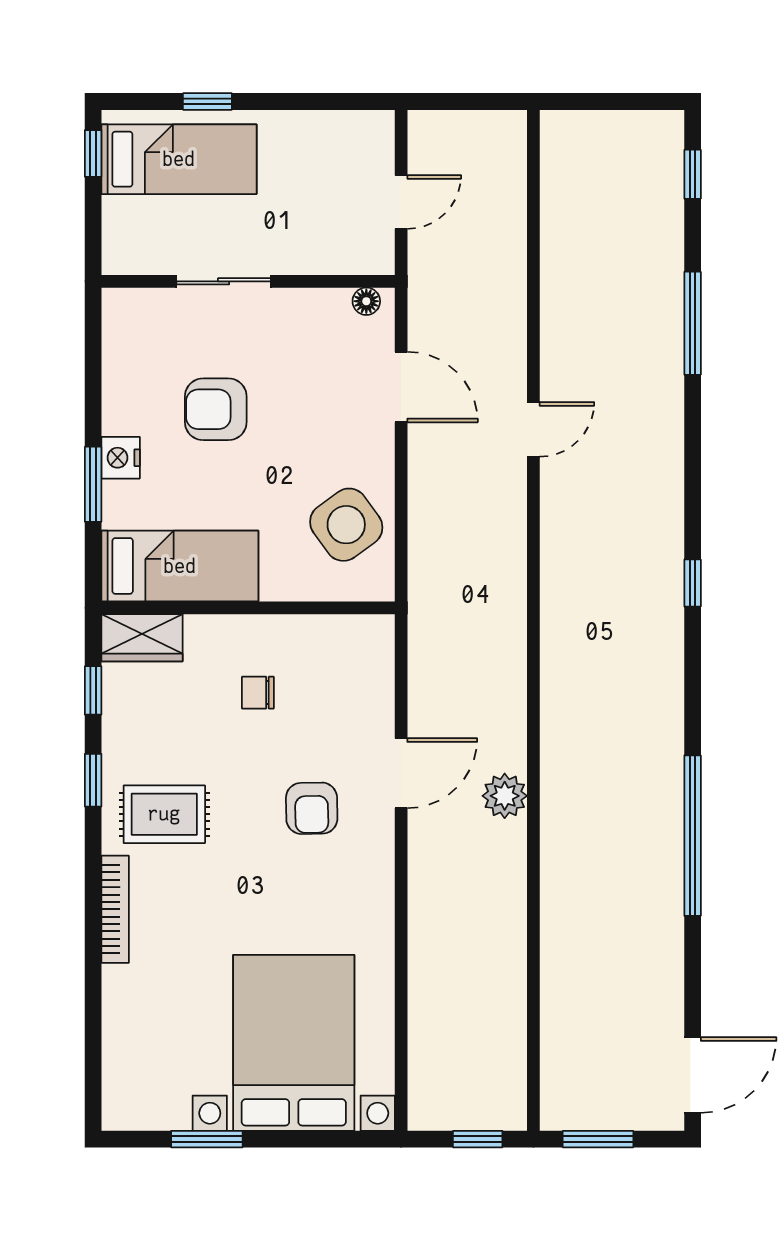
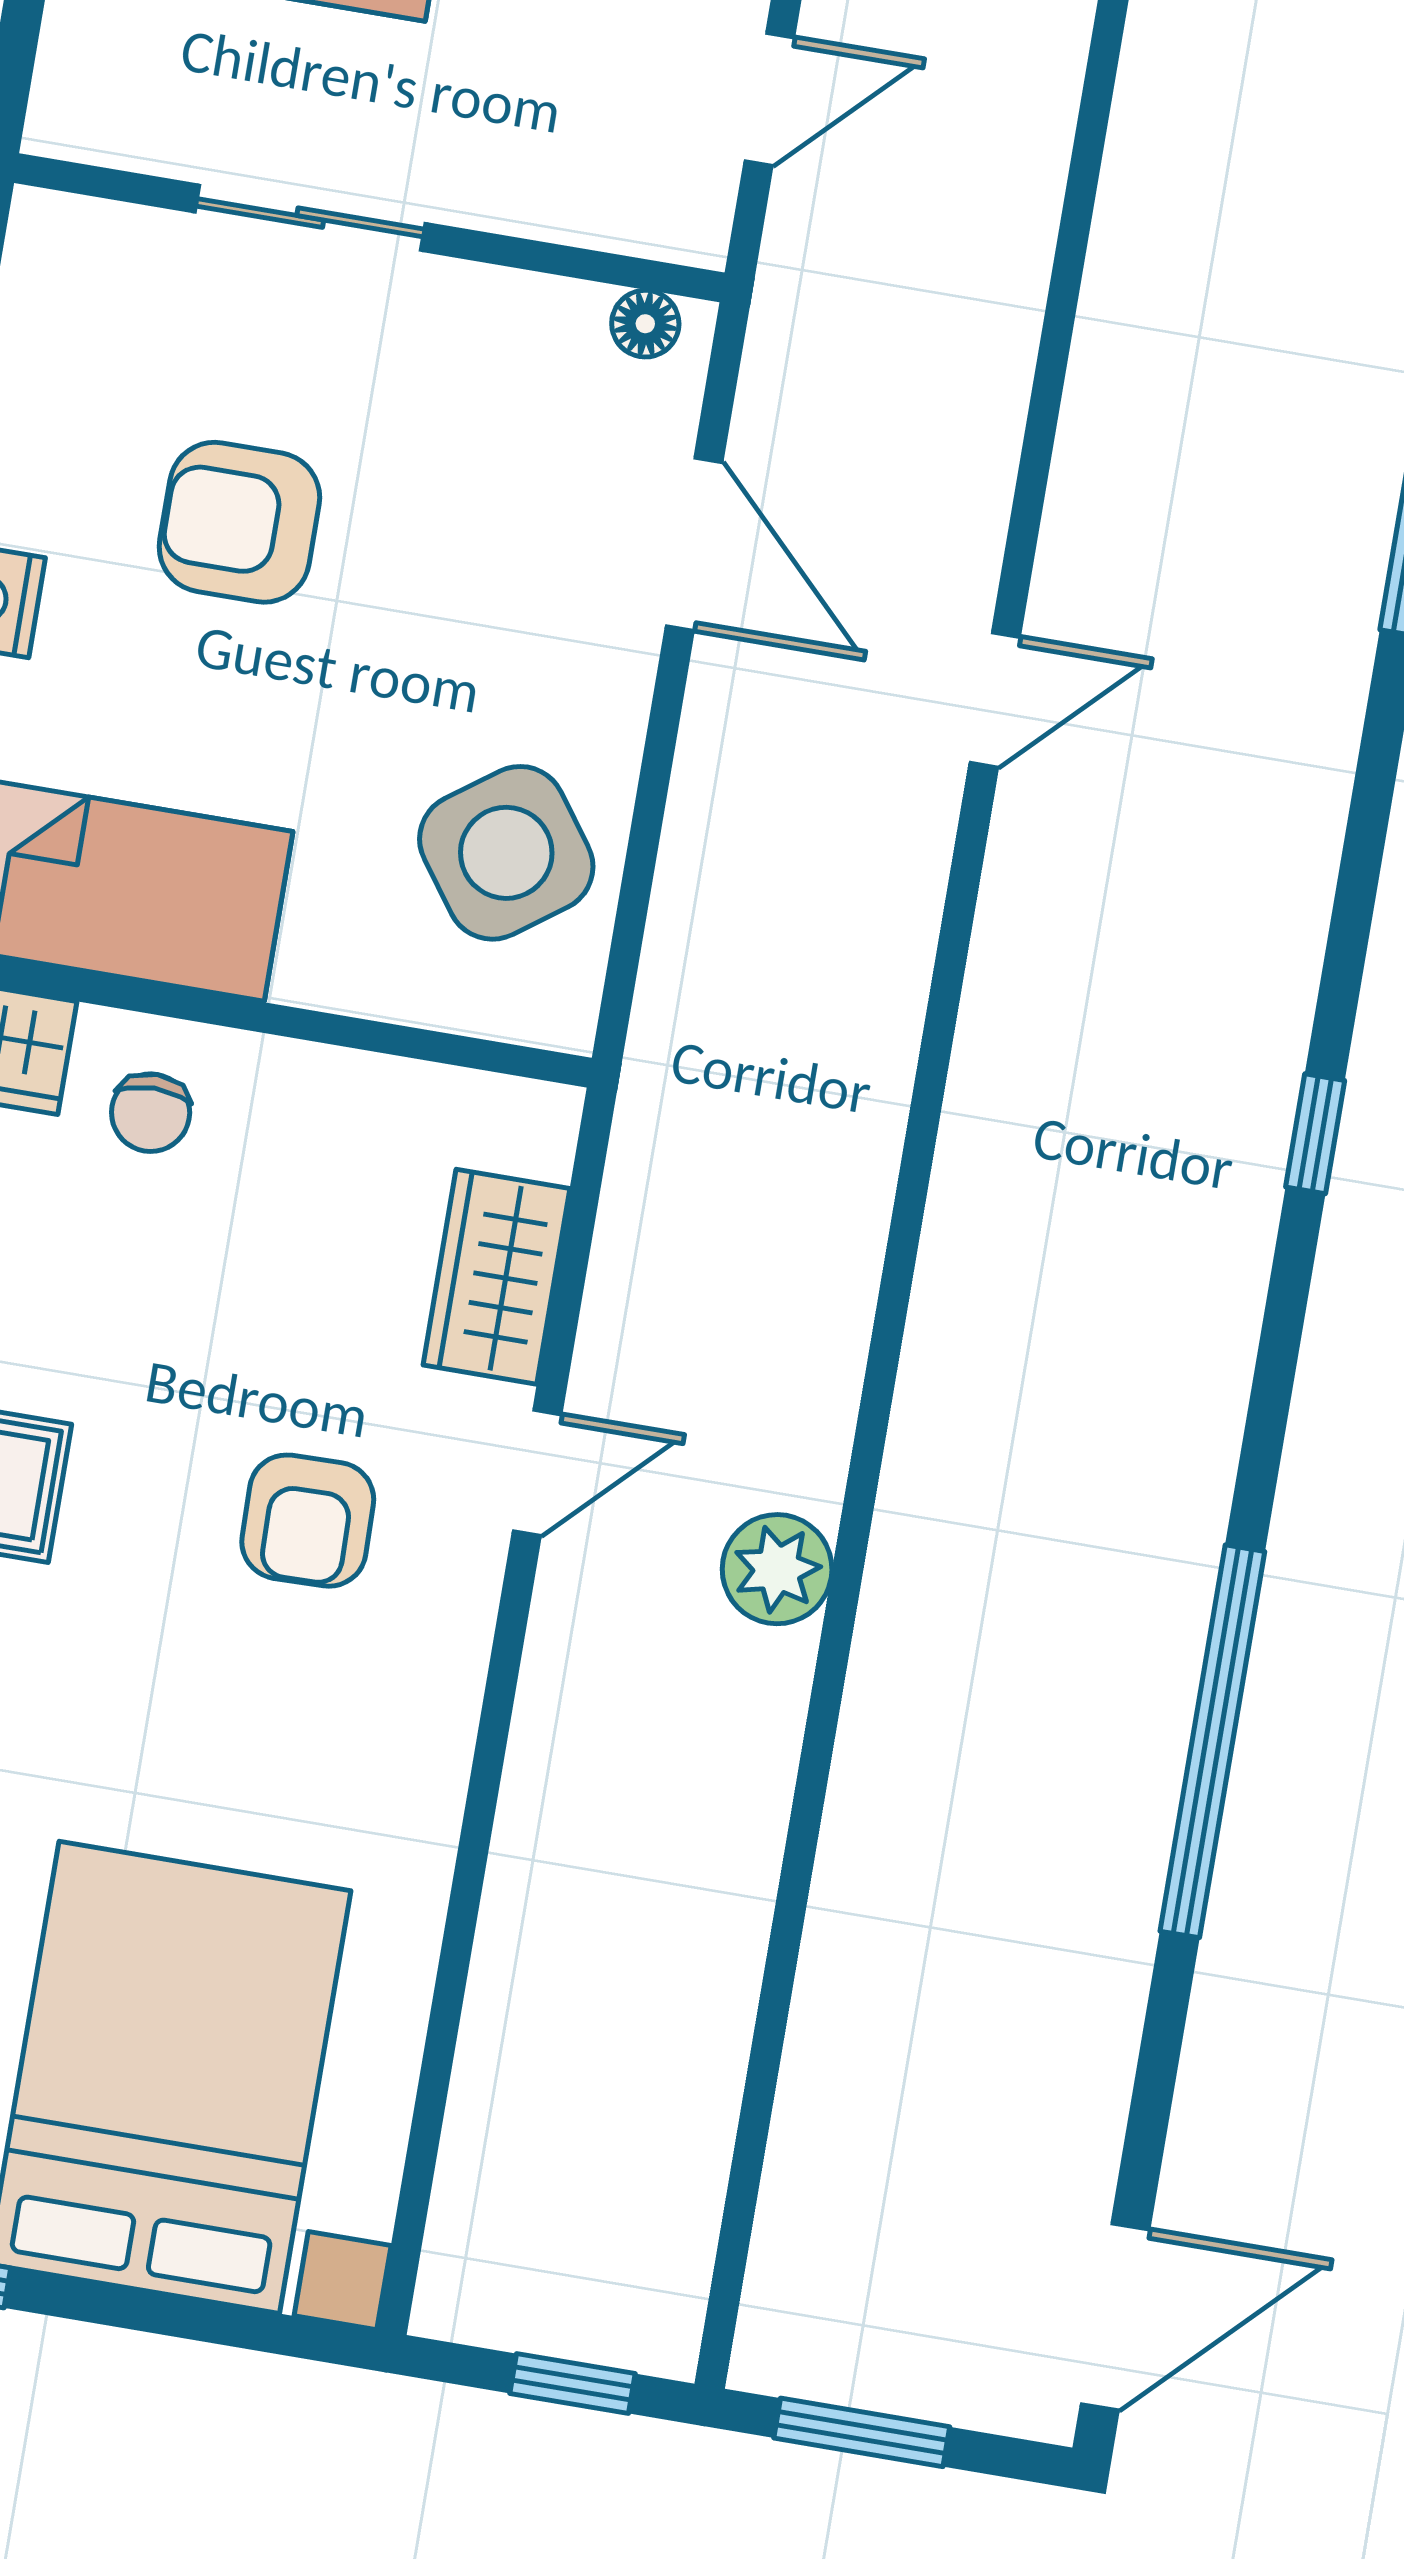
chair: (258, 693) -> (151, 1113), moved, turned -90
wardrobe: (371, 697) -> (496, 1277), added
door: (401, 773) -> (537, 1473), width x0.73

